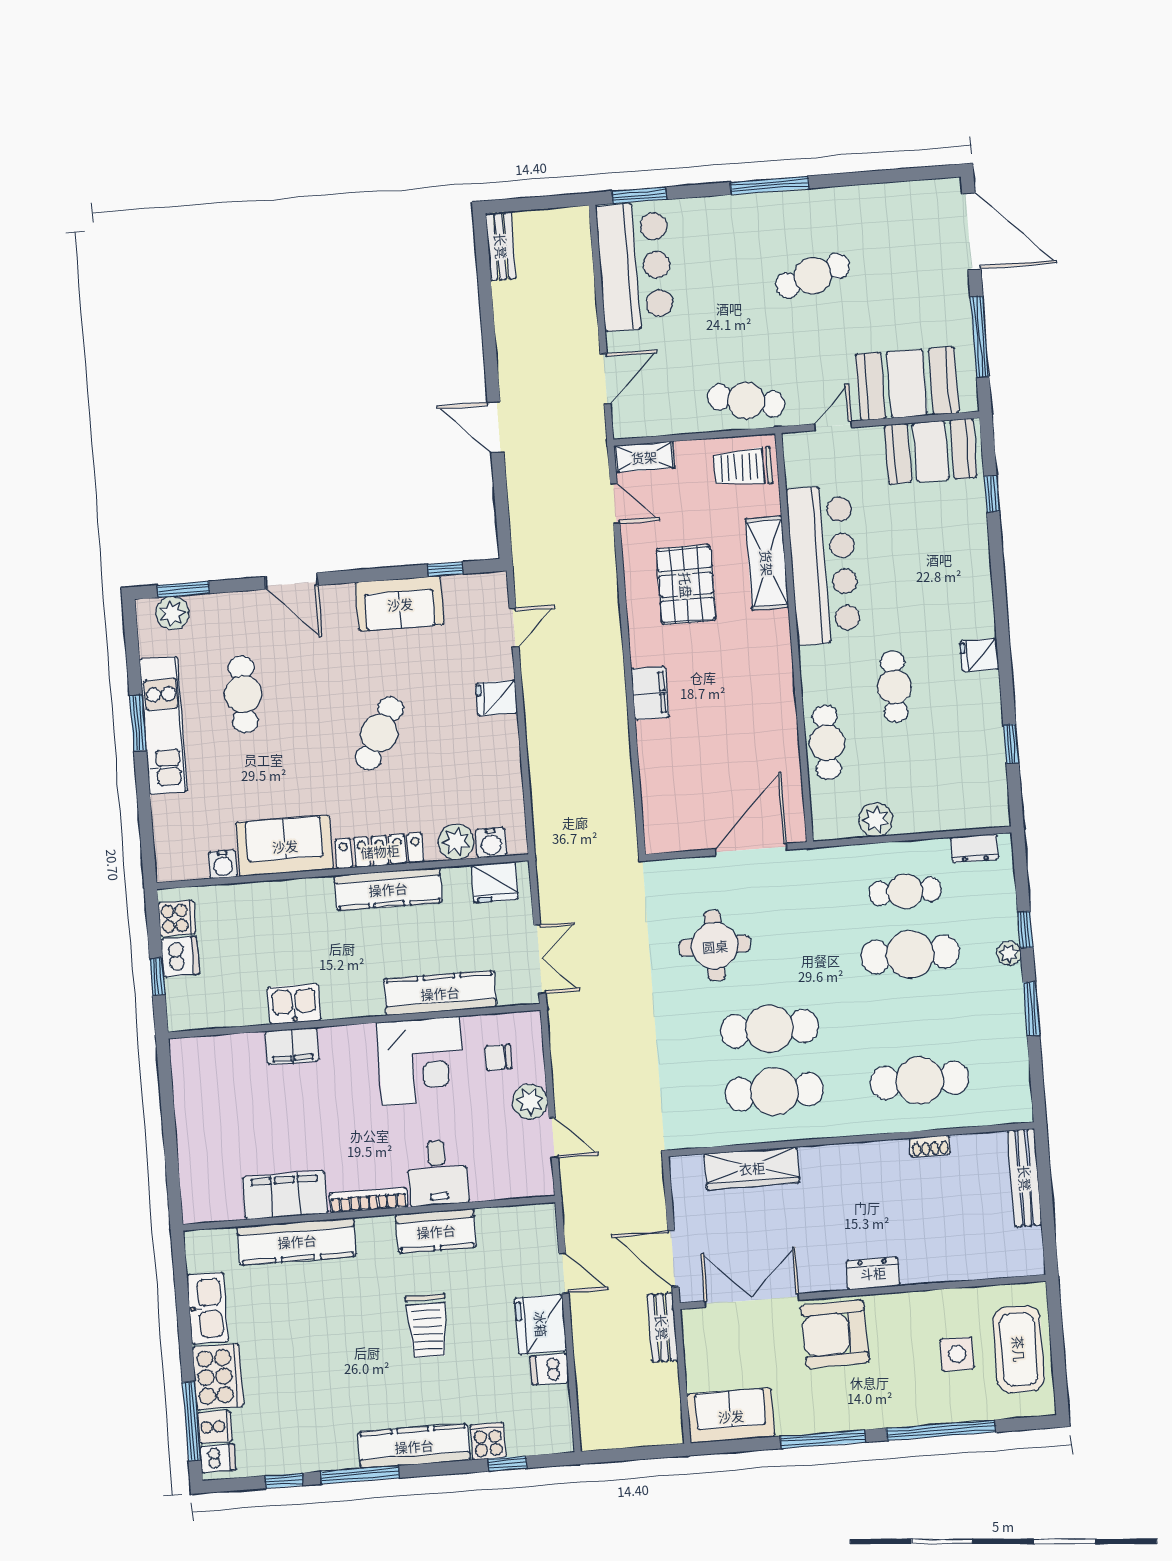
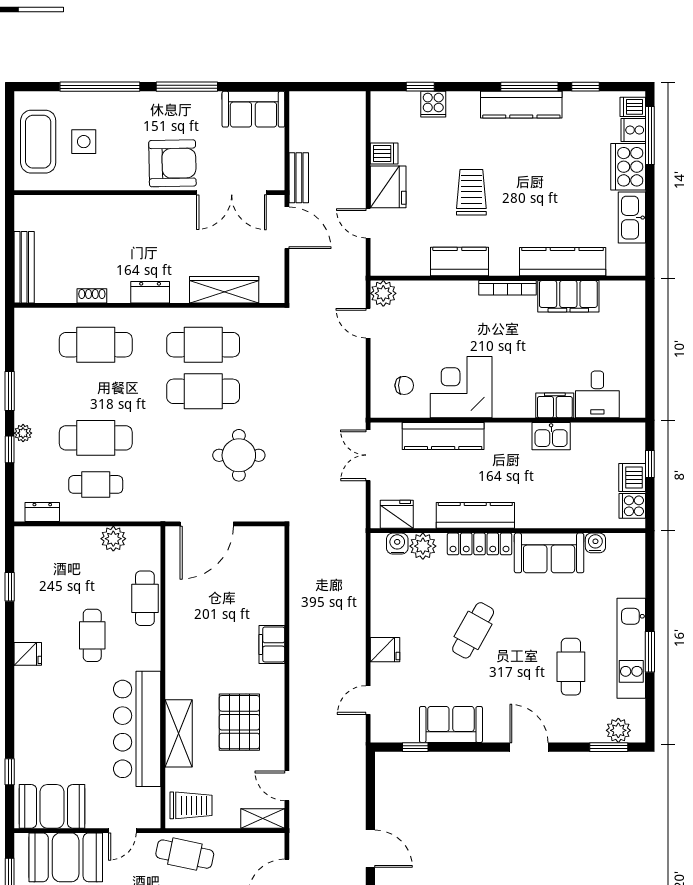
plant: (530, 1102) -> (383, 293), moved
desk: (438, 1173) -> (597, 394), moved, turned 180
dresser: (873, 1273) -> (150, 292), moved, turned 180
kitchen counter: (414, 1446) -> (521, 105), moved

